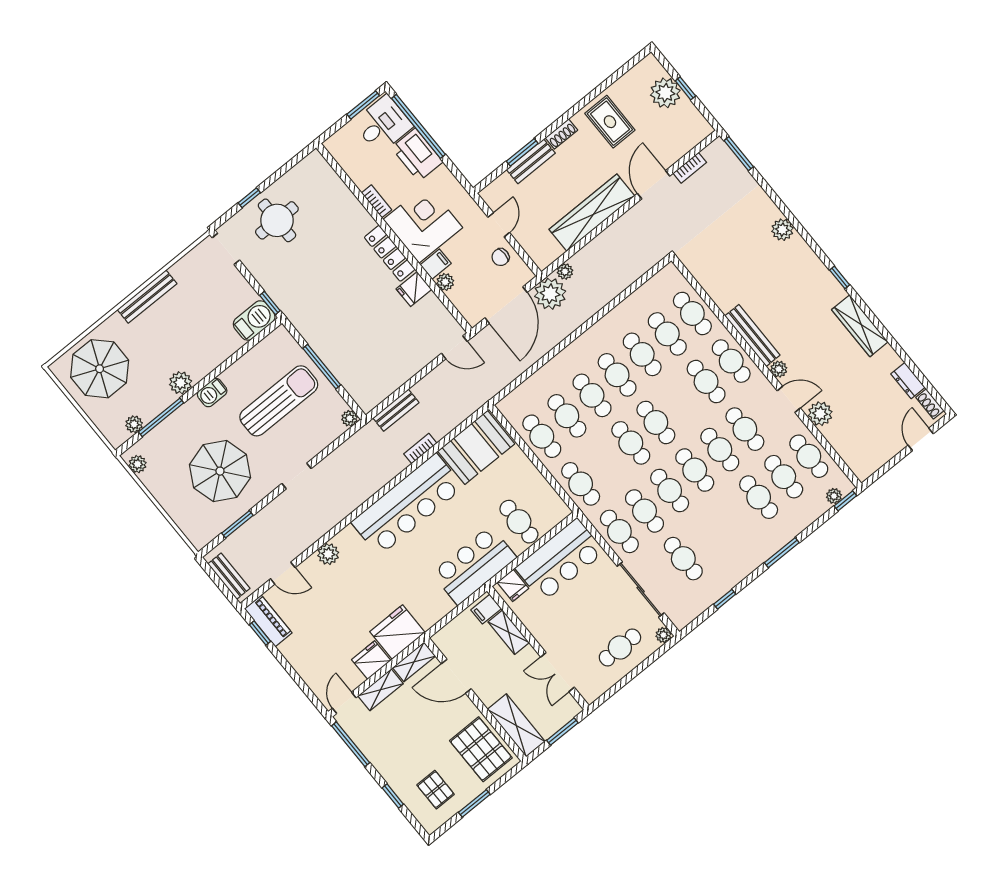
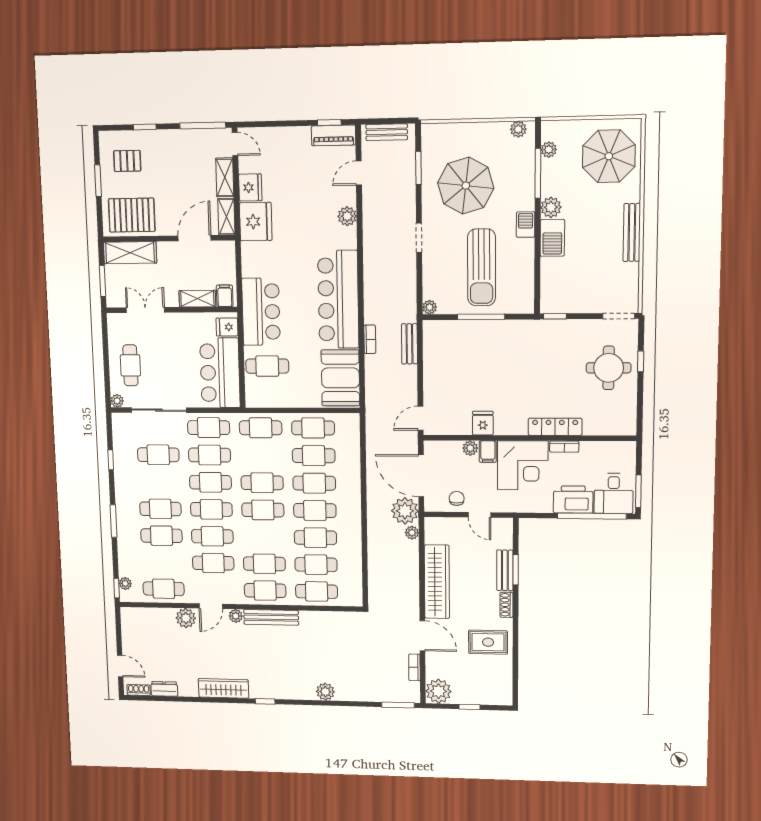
plant: (665, 93) -> (438, 691), moved
locker: (390, 253) -> (555, 427), moved
barbecue: (254, 320) -> (552, 238), moved
cafe table: (784, 477) -> (160, 509), moved

